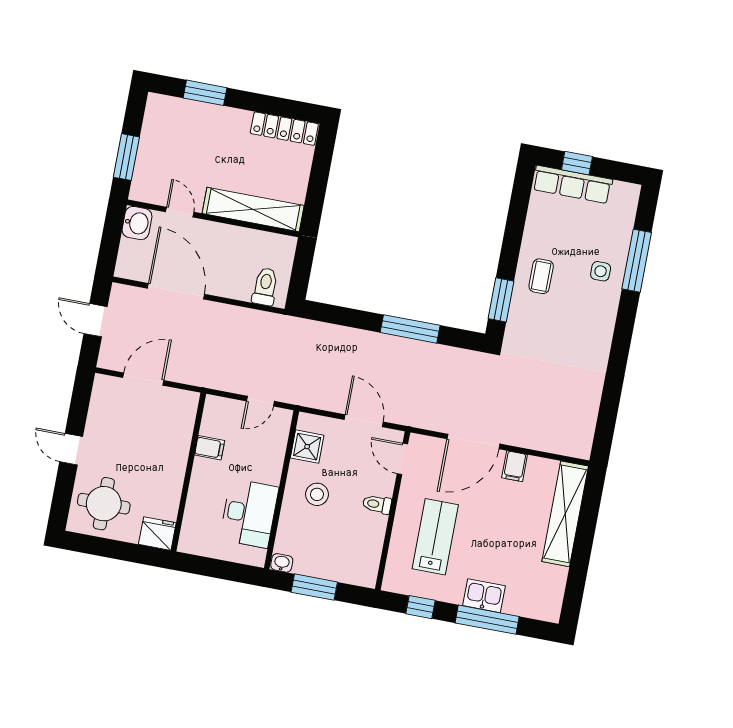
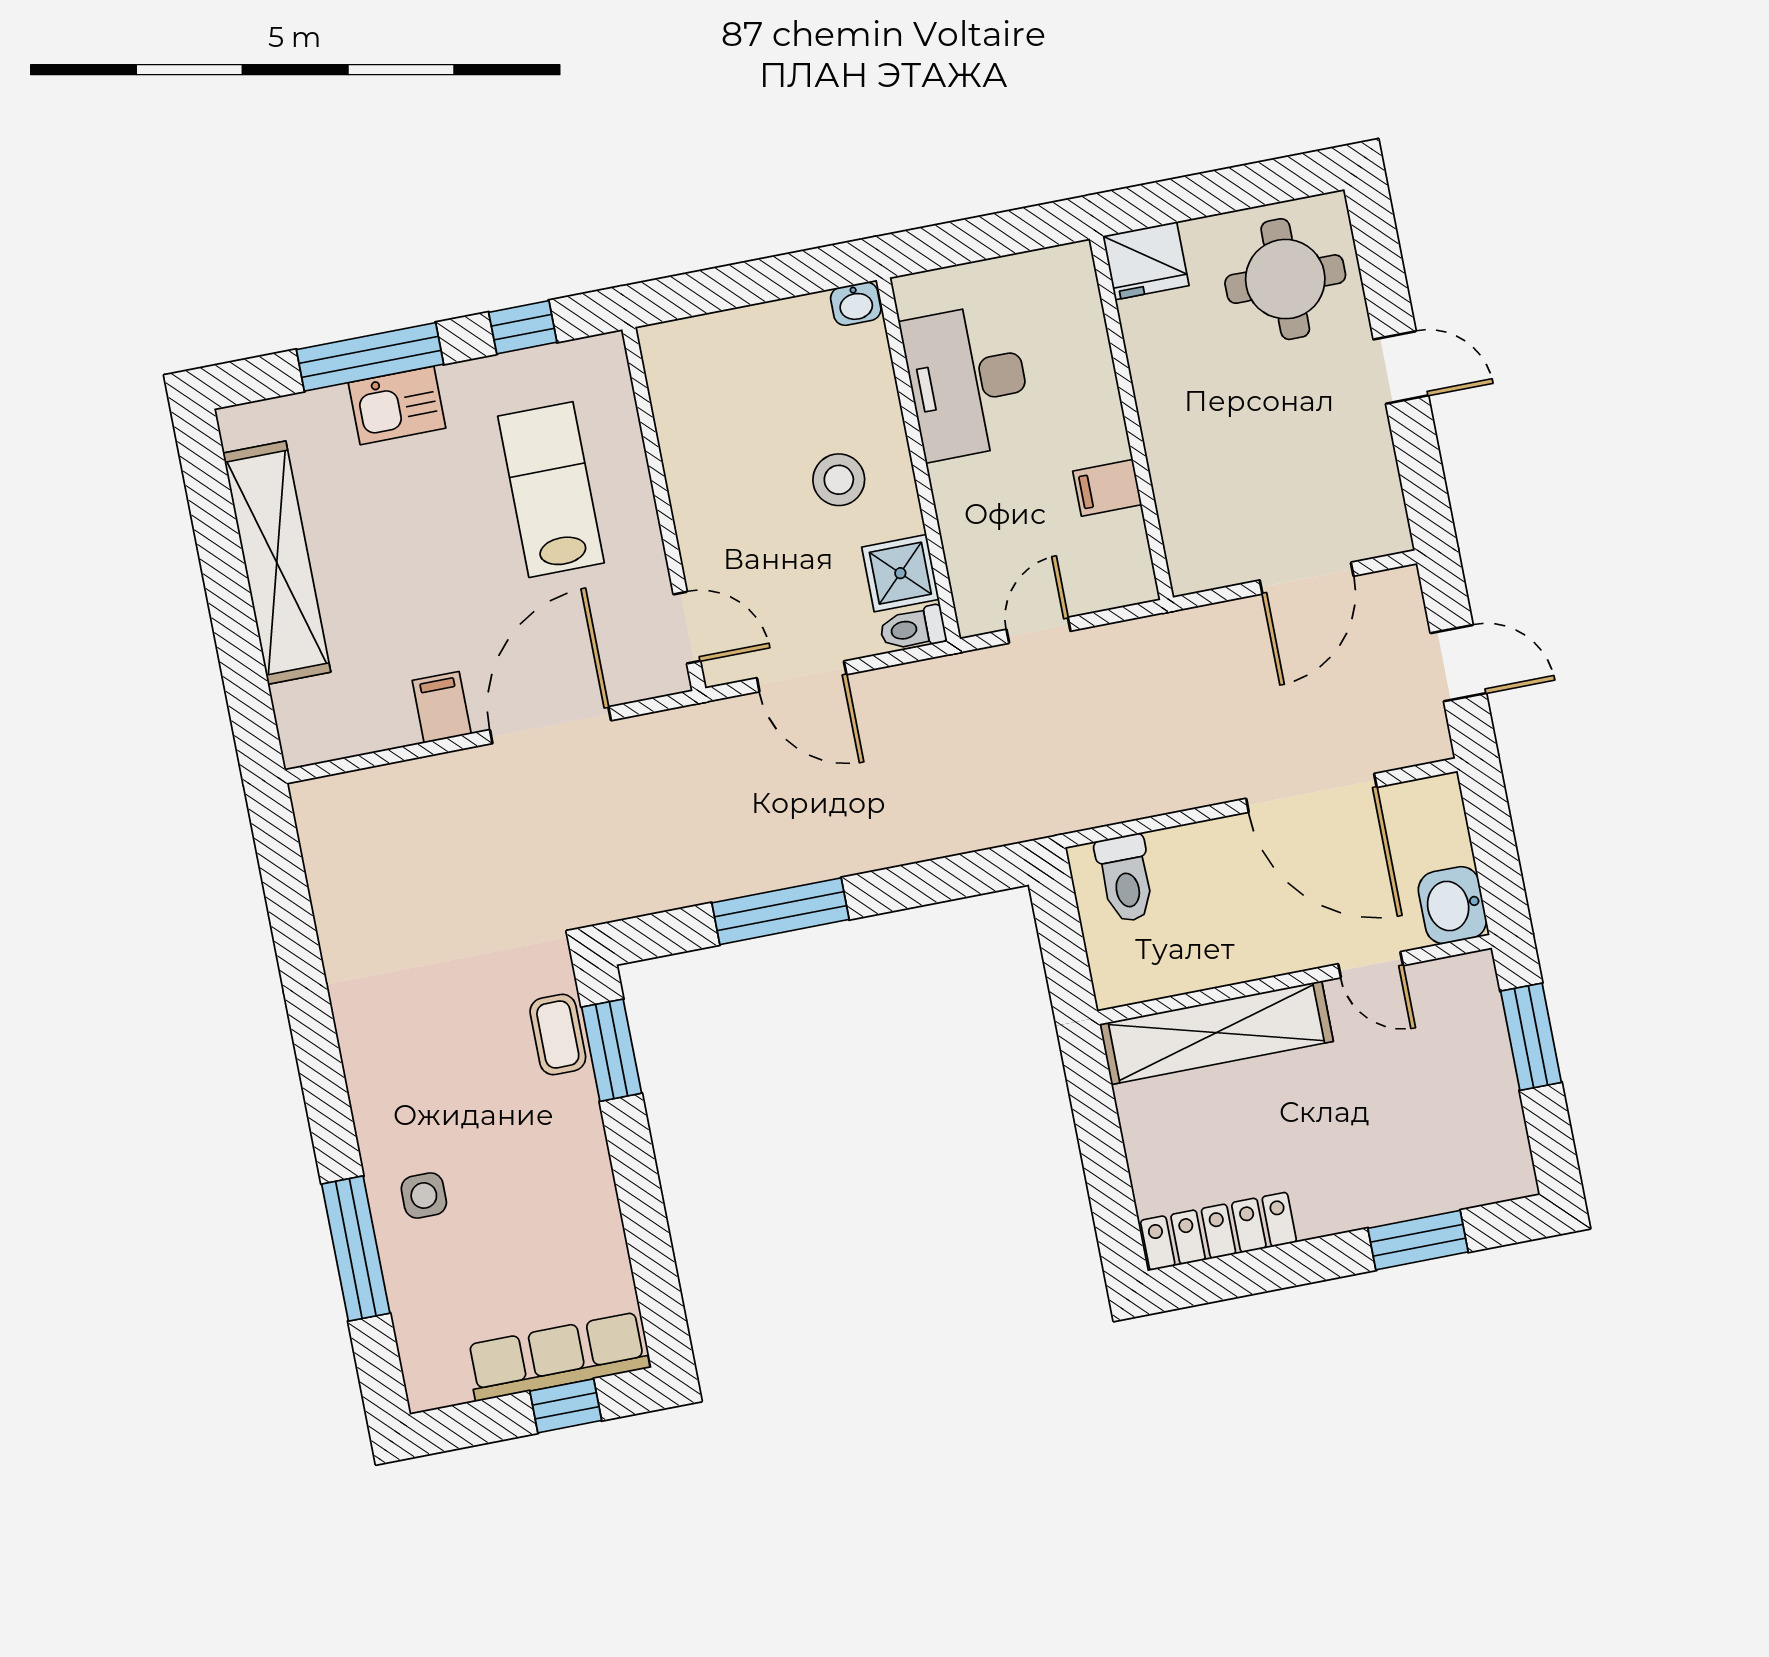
coffee table: (541, 276) -> (558, 1034), moved
toilet: (377, 504) -> (913, 629), moved, turned 180
shelving: (565, 514) -> (277, 563), moved
lab bench: (435, 537) -> (551, 490), turned 180
window: (314, 587) -> (766, 280), removed

